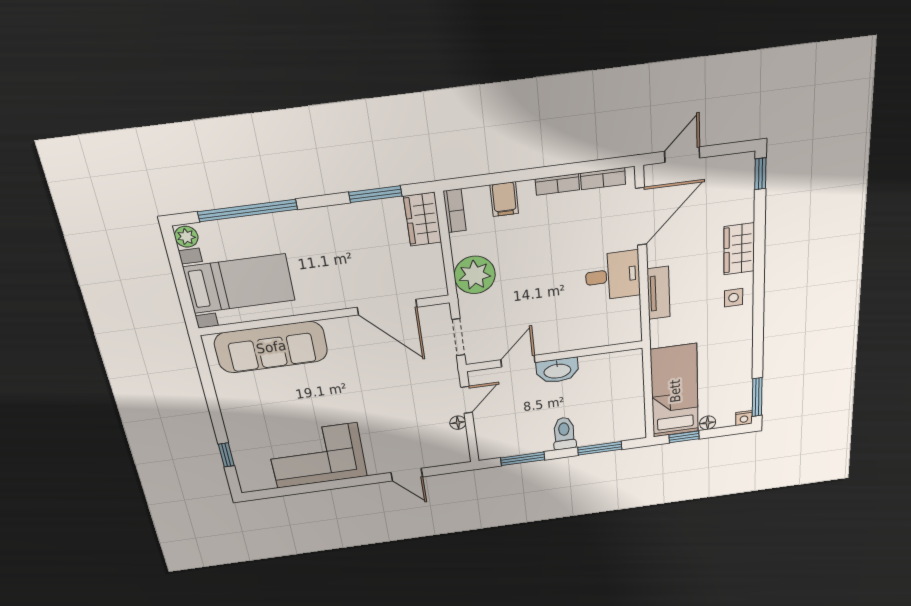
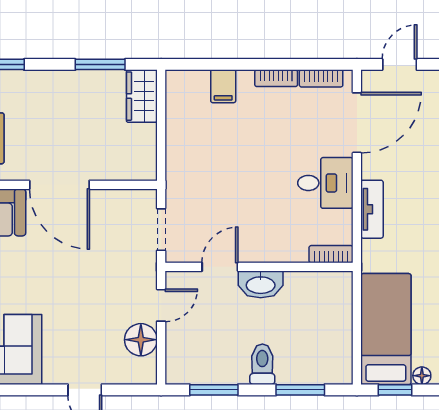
bookcase: (455, 211) -> (331, 254), moved, turned -90
plant: (475, 275) -> (186, 162), removed
door: (387, 307) -> (59, 185), moved
floor lamp: (458, 423) -> (141, 340), width x1.89, depth x1.89

